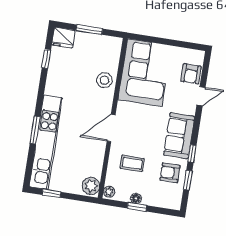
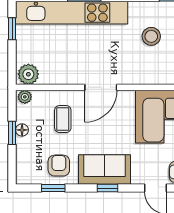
stool: (104, 80) -> (151, 36), moved
door: (111, 128) -> (101, 87), swing flipped
window: (192, 154) -> (107, 188), moved

